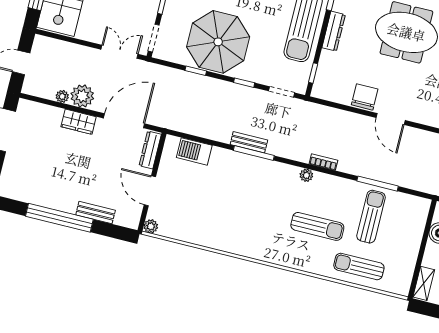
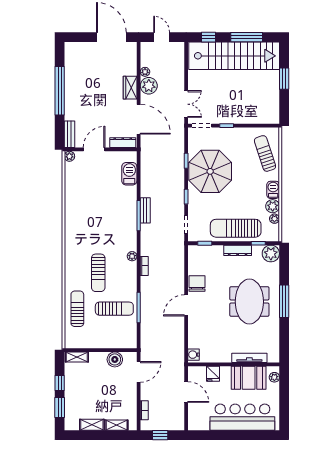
chair: (365, 97) -> (197, 283), turned -90
bench: (96, 213) -> (69, 134), moved

